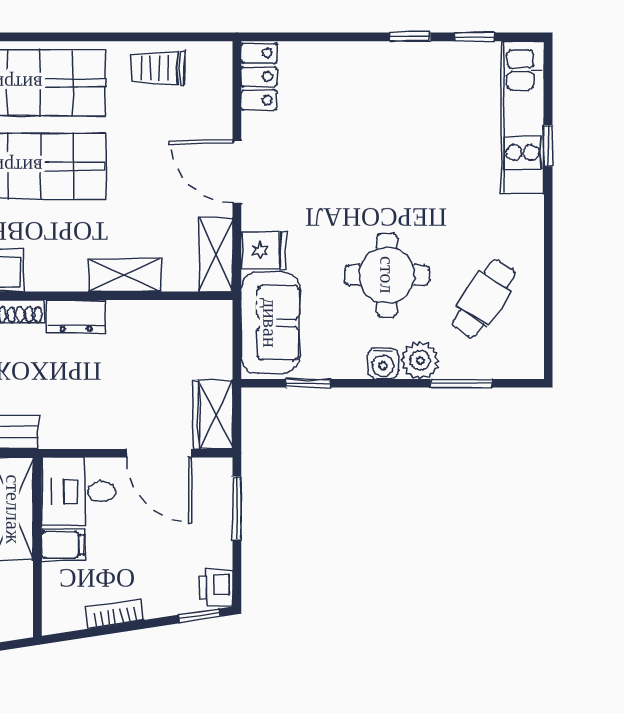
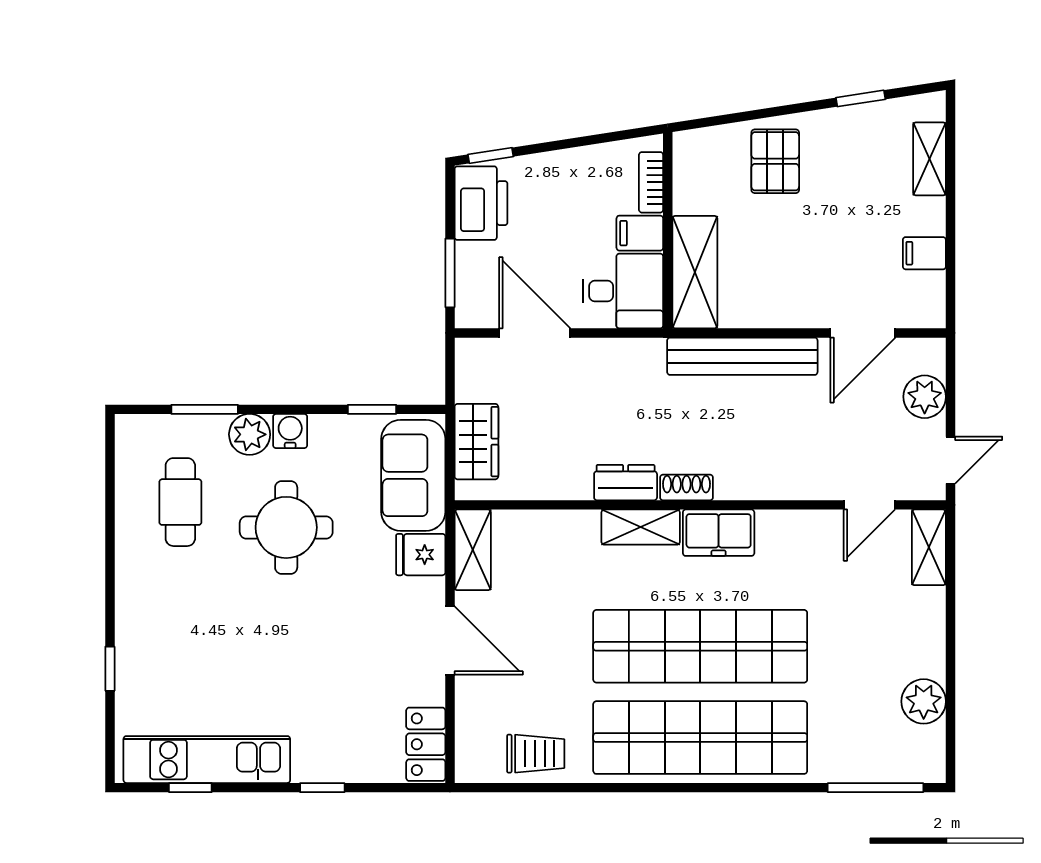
window: (410, 37) -> (322, 788), moved
kitchen unit: (523, 117) -> (207, 760), moved, turned -90
shelving: (125, 275) -> (641, 527), moved
cafe table: (484, 298) -> (180, 502), turned -33
wardrobe: (213, 414) -> (476, 442), moved
printer: (216, 588) -> (481, 203), width x1.87, depth x1.48
bookcase: (114, 613) -> (651, 182), moved, turned 99

